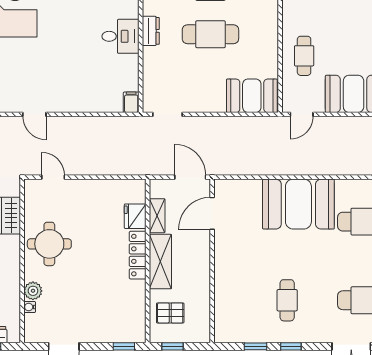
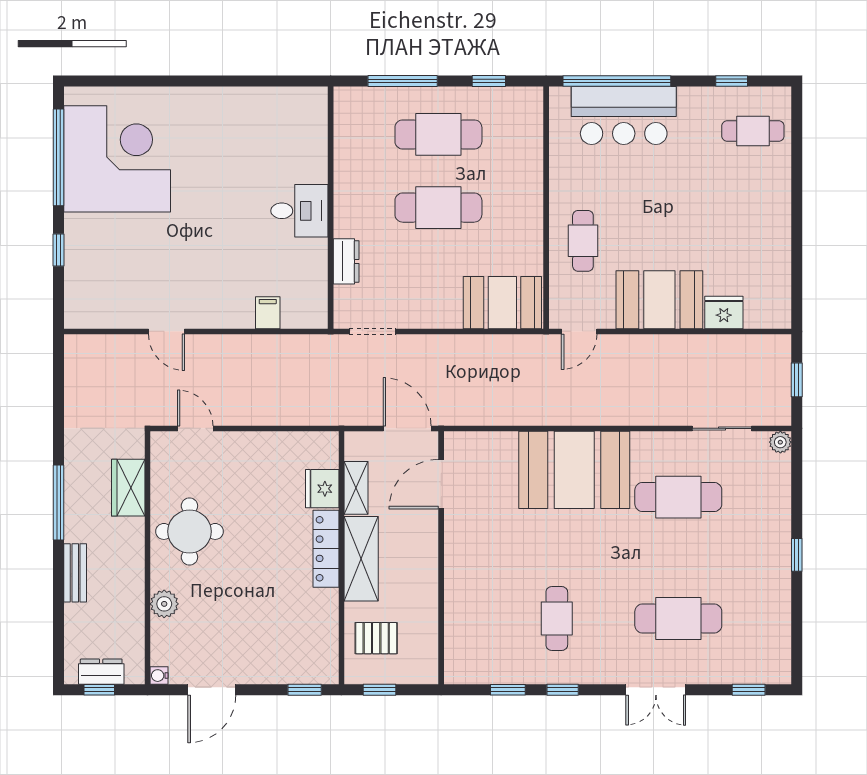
dresser: (151, 31) -> (346, 261), moved
filing cabinet: (131, 102) -> (268, 313), moved
water cooler: (30, 307) -> (159, 676), moved

